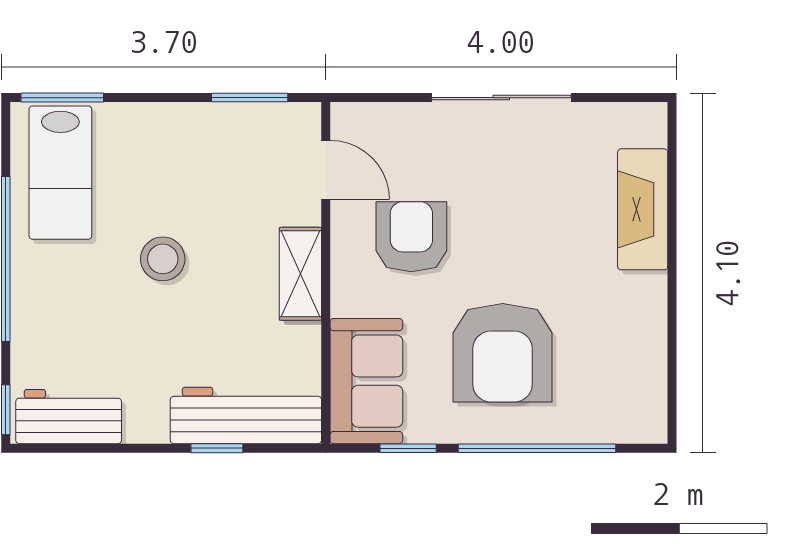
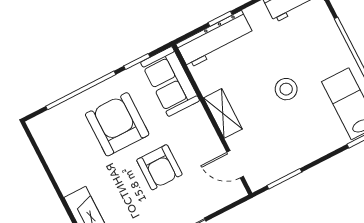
armchair: (411, 237) -> (159, 167), moved

